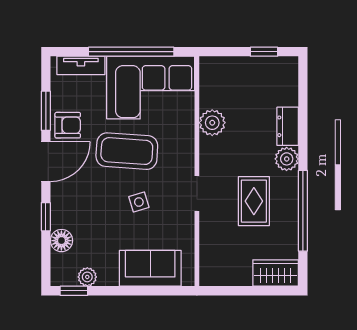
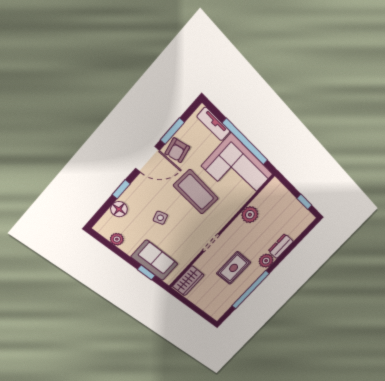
armchair: (68, 125) -> (177, 150), turned 78
side table: (139, 202) -> (160, 218), moved
wardrobe: (276, 273) -> (188, 281), moved, turned 90
window: (74, 291) -> (146, 272), moved

